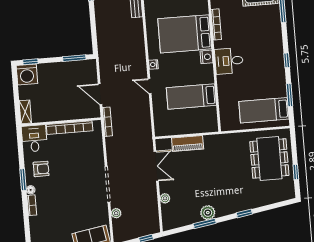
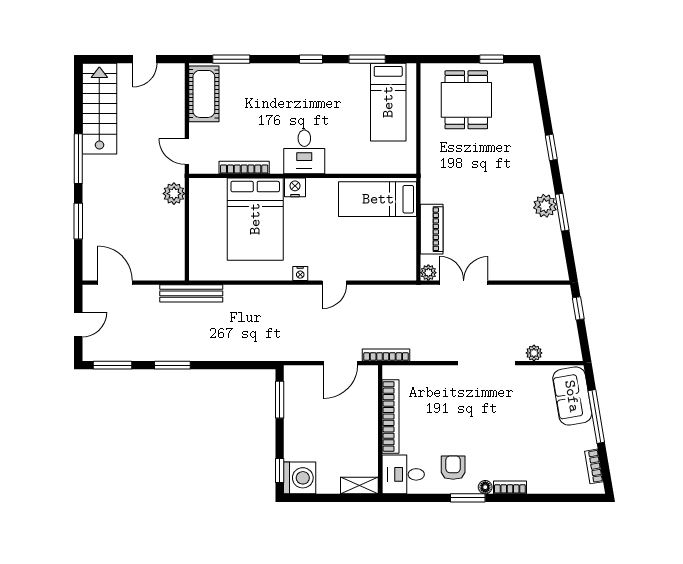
bed: (191, 97) -> (378, 199), moved, turned 90
dining table: (269, 158) -> (466, 100), width x0.73
plant: (165, 198) -> (428, 273), moved

